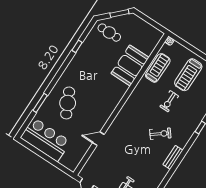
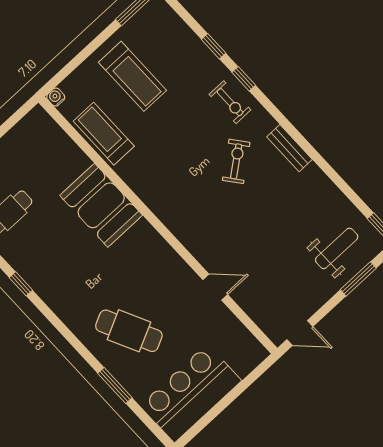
booth: (130, 65) -> (101, 205), moved
exercise bike: (169, 101) -> (230, 102), moved
door: (98, 139) -> (215, 287), swing flipped

